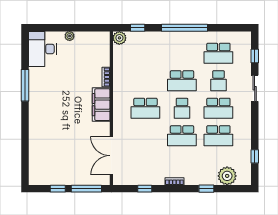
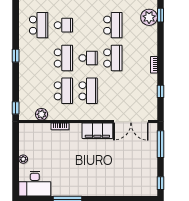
window: (138, 28) -> (16, 108), moved
window: (185, 28) -> (16, 56), width x0.32
plant: (119, 38) -> (41, 114), moved
filing cabinet: (101, 105) -> (97, 131), moved
school desk: (218, 108) -> (63, 91), moved
window: (58, 189) -> (161, 183), moved
window: (206, 189) -> (161, 15), moved

